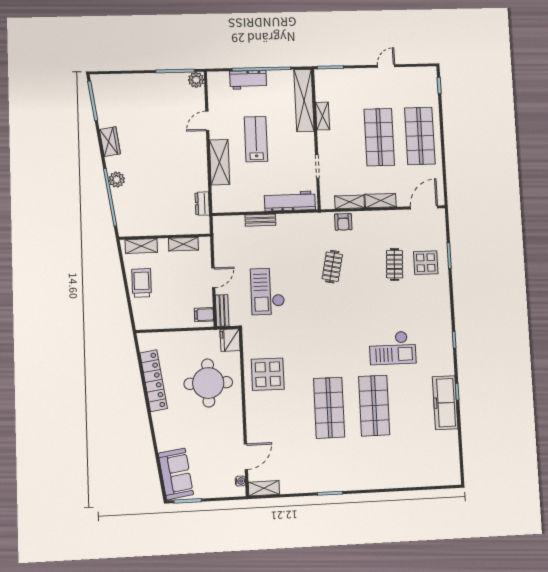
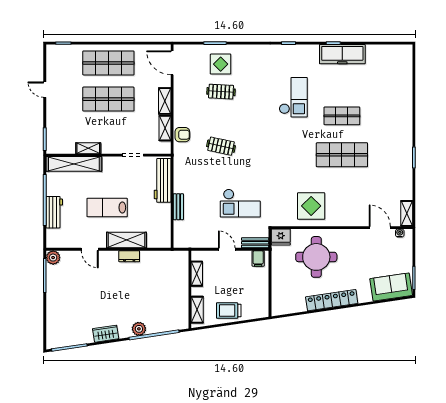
dresser: (202, 204) -> (129, 256), moved
locker: (154, 381) -> (332, 300), moved
shop shelf: (374, 406) -> (342, 116), width x0.70, depth x0.74

